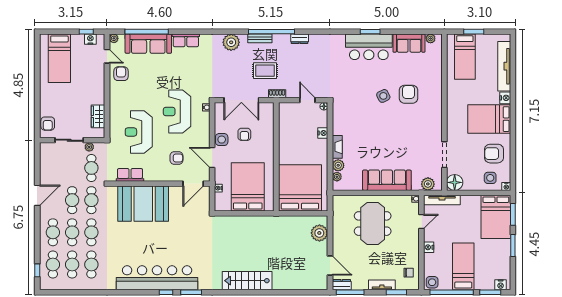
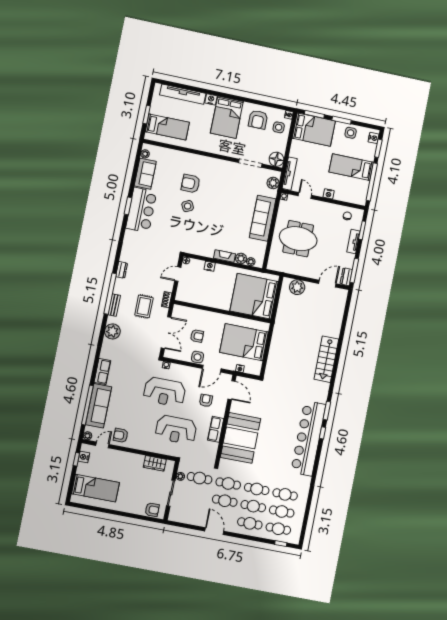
row of seats: (130, 175) -> (216, 429), moved
side table: (432, 282) -> (351, 133), moved

